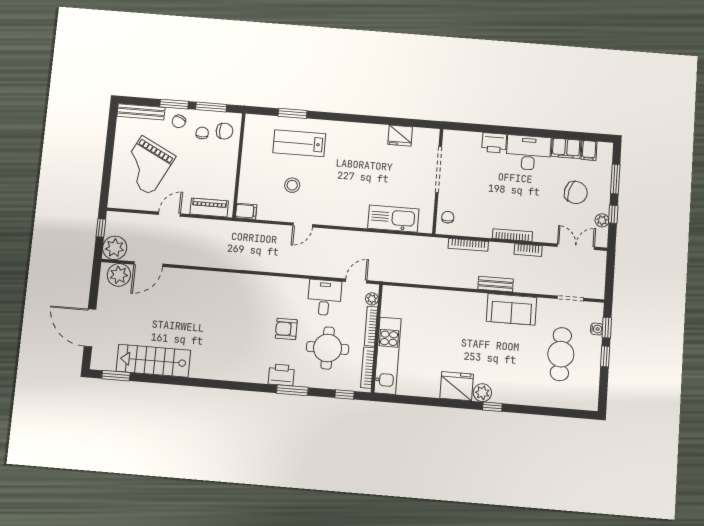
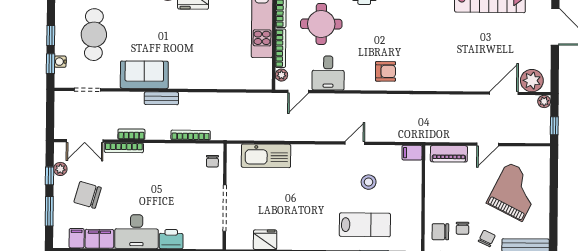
bookcase: (512, 235) -> (124, 148), moved
plant: (115, 248) -> (544, 101), width x0.53, depth x0.53
armchair: (286, 329) -> (385, 71), moved

